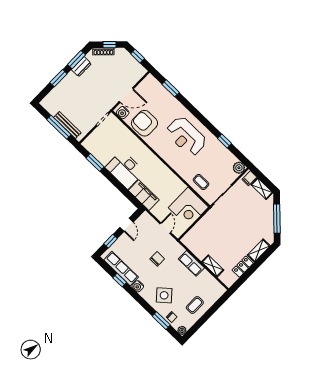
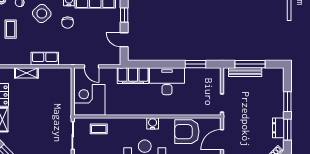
water cooler: (123, 113) -> (153, 123), moved
armchair: (144, 123) -> (187, 132), turned 180
chair: (157, 259) -> (68, 23), moved

